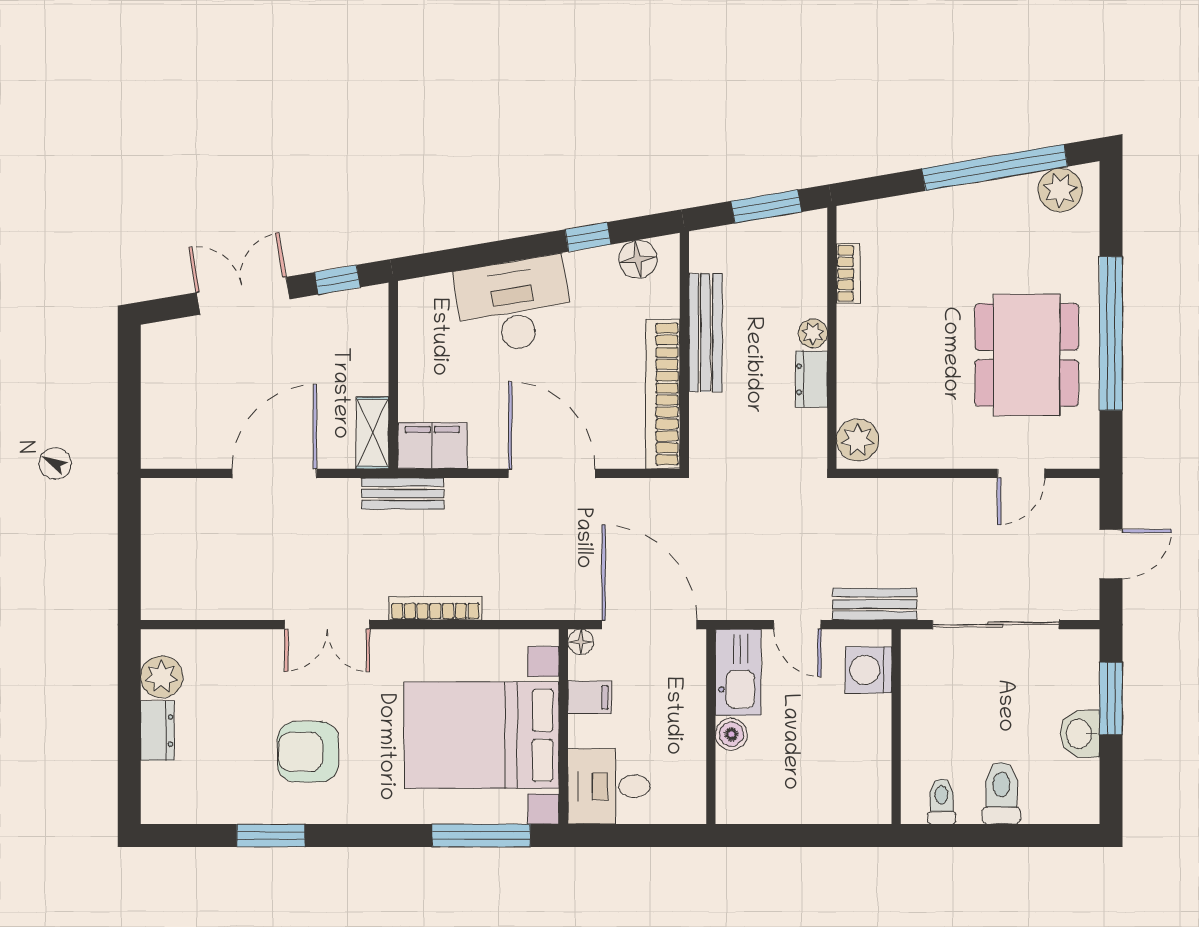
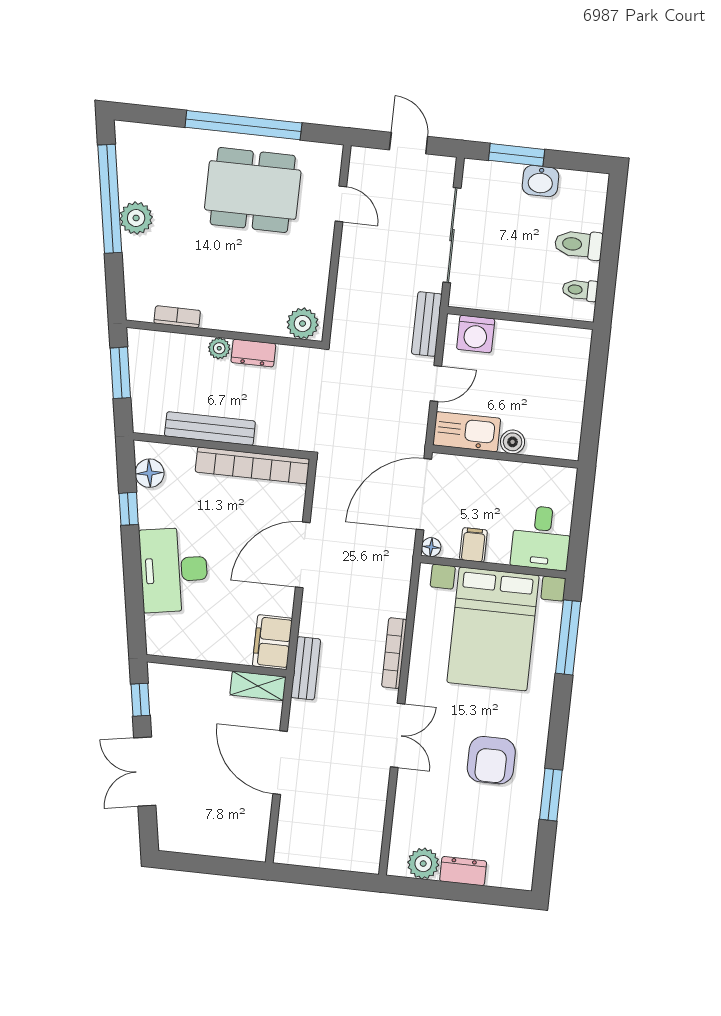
plant: (1060, 190) -> (136, 218), moved

